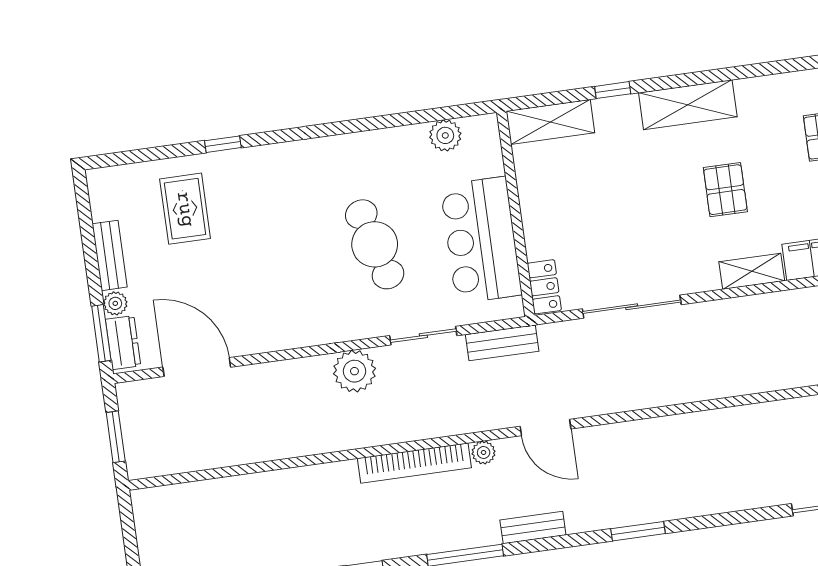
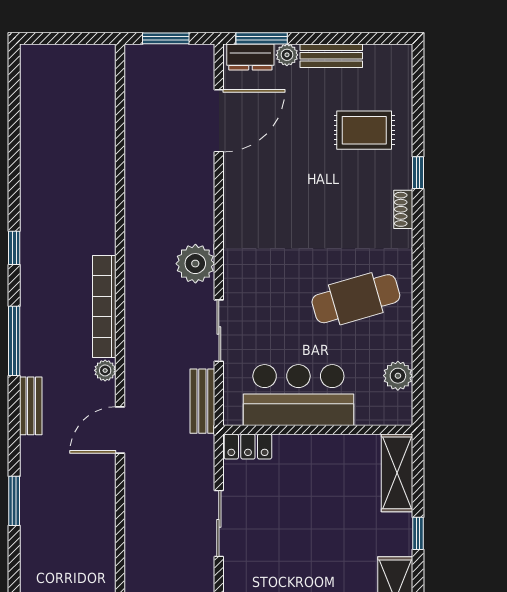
shoe rack: (265, 155) -> (403, 209), added
cafe table: (375, 244) -> (356, 299), moved
sliding door: (632, 307) -> (219, 523), width x0.73

